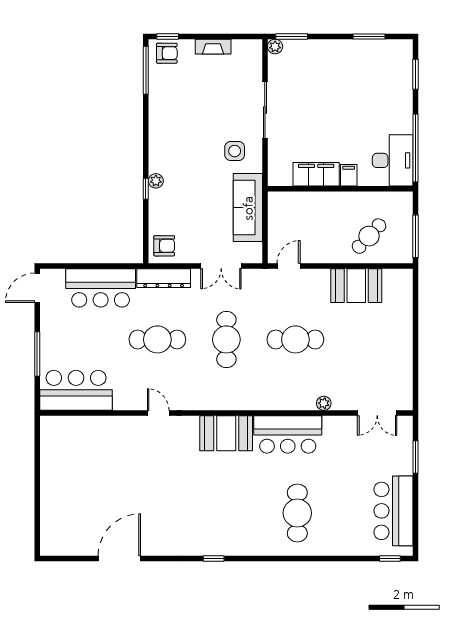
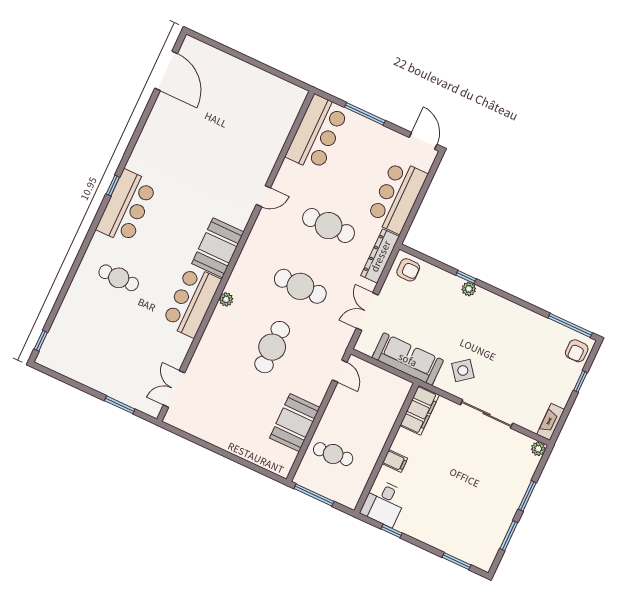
window: (168, 36) -> (580, 381), moved
window: (292, 36) -> (527, 496), moved
fireplace: (213, 47) -> (551, 422), moved
window: (416, 148) -> (392, 531), width x0.32
side table: (235, 151) -> (463, 371), turned -38
desk: (393, 160) -> (384, 503), width x0.73
filing cabinet: (316, 174) -> (420, 410), moved
cafe table: (369, 236) -> (333, 454), turned -48
armchair: (164, 246) -> (408, 270), turned -90
cafe table: (157, 339) -> (329, 226), turned 90
plant: (324, 403) -> (226, 299), moved
bar counter: (394, 511) -> (127, 207), moved, turned 90
cafe table: (297, 513) -> (119, 278), width x0.73, depth x0.74
door: (119, 558) -> (166, 71), moved

